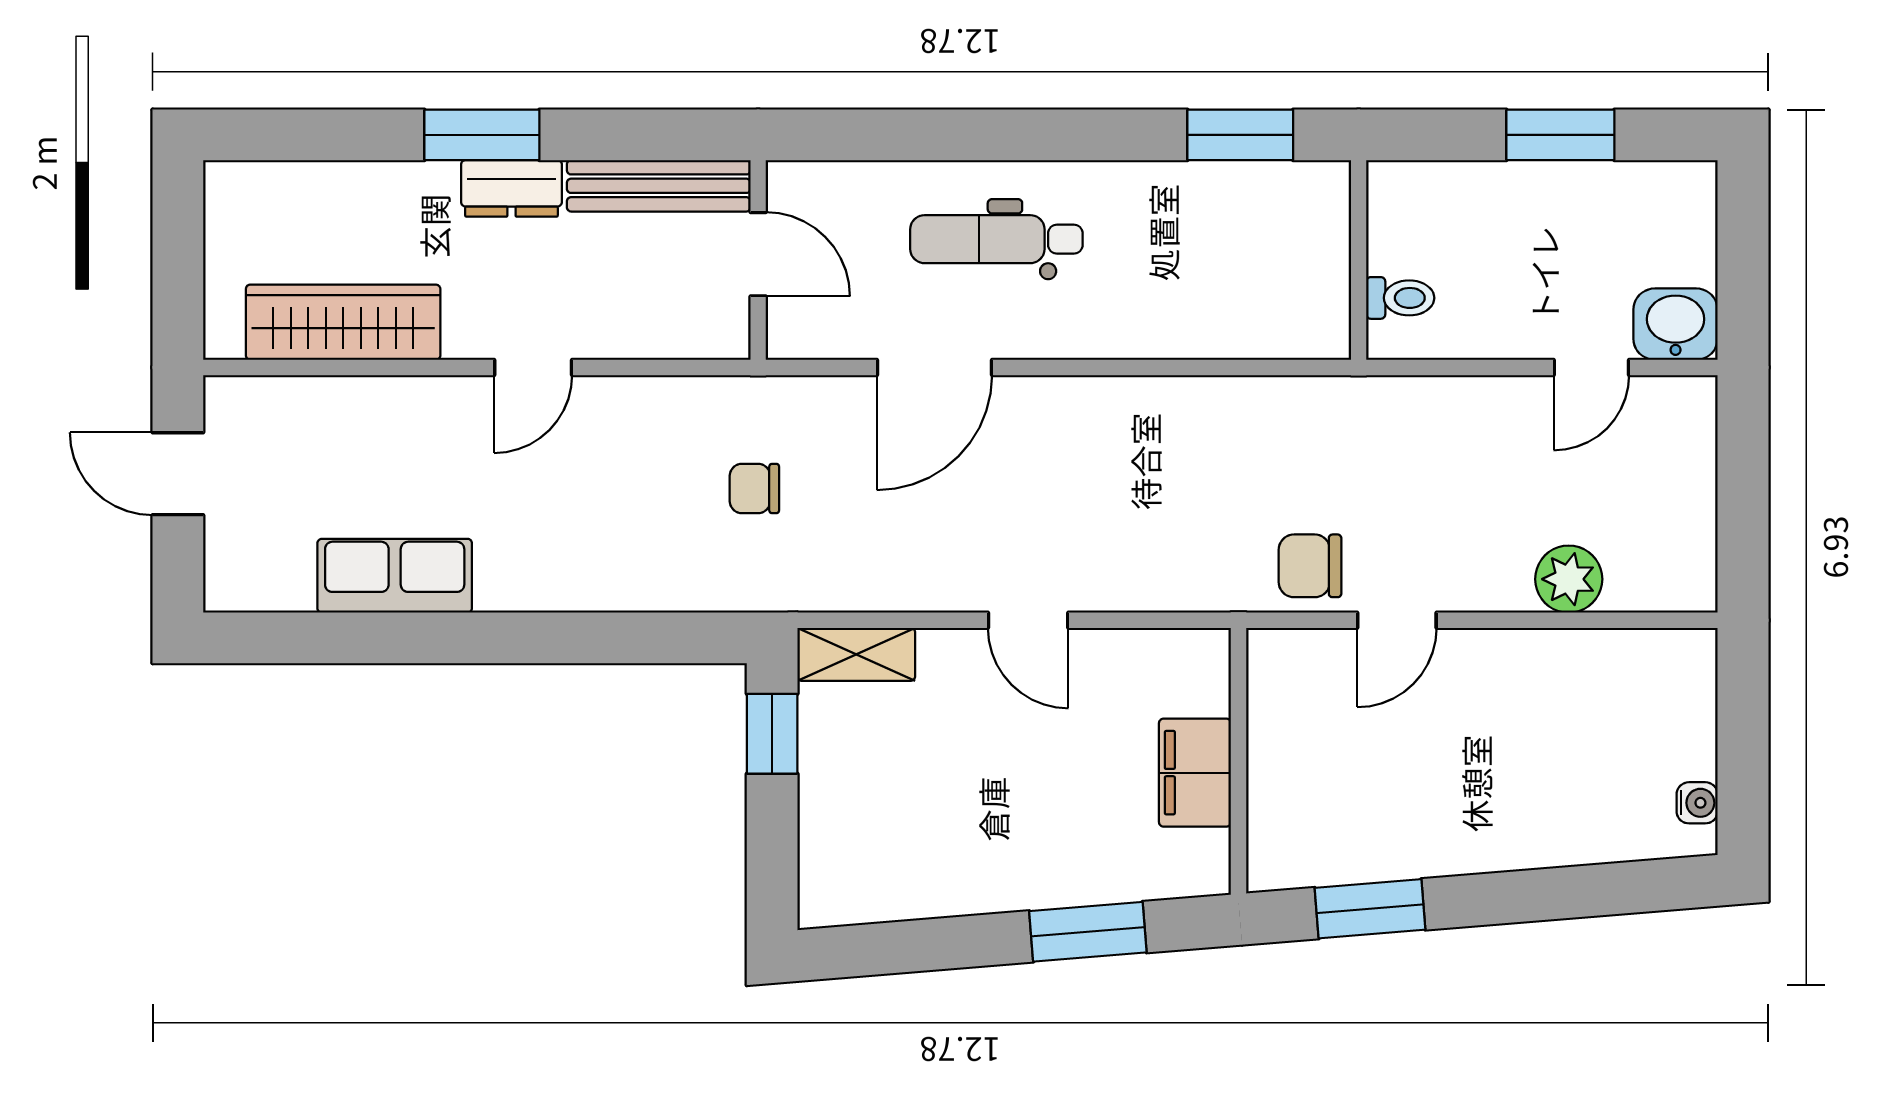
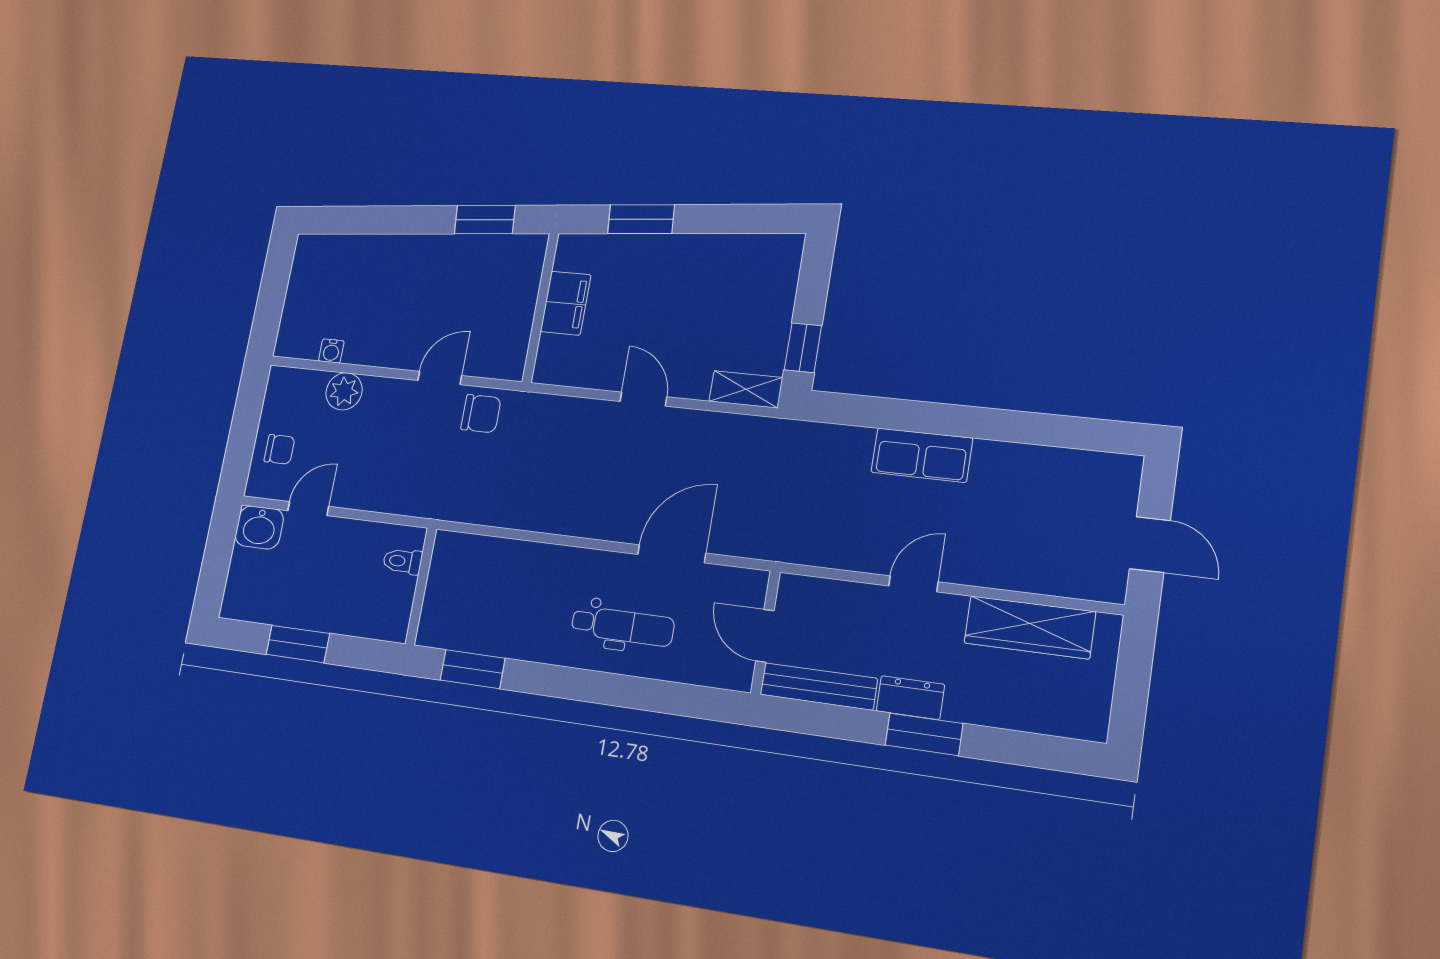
chair: (754, 489) -> (279, 449), moved
row of seats: (395, 576) -> (922, 455), moved
water cooler: (1697, 803) -> (331, 351), moved, turned -90

